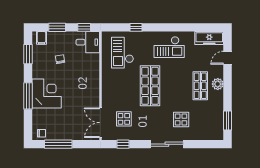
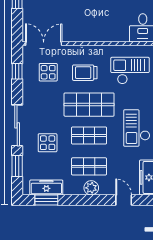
shop shelf: (175, 86) -> (89, 135), added
trolley: (124, 89) -> (85, 73), added
freezer: (217, 120) -> (46, 187), added
window: (200, 144) -> (17, 166), added

